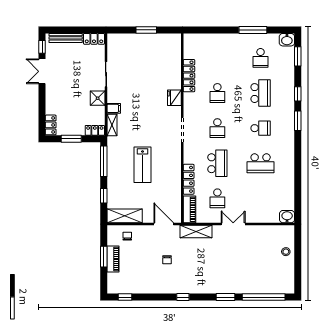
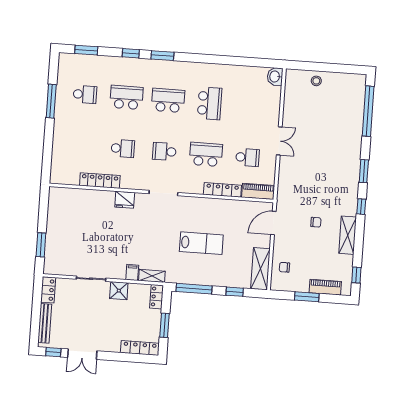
window: (146, 30) -> (41, 245), moved
washbasin: (287, 40) -> (66, 62), removed
locker: (51, 125) -> (140, 348), width x1.53
school desk: (217, 128) -> (164, 151), turned 180
school desk: (261, 128) -> (168, 100), width x1.85
double door: (233, 224) -> (279, 141), swing flipped
shelving: (196, 232) -> (348, 235), moved
piano: (113, 259) -> (325, 287), moved
window: (225, 297) -> (364, 171), moved

